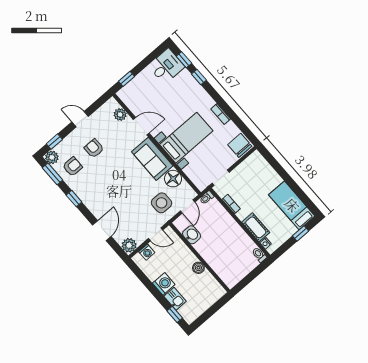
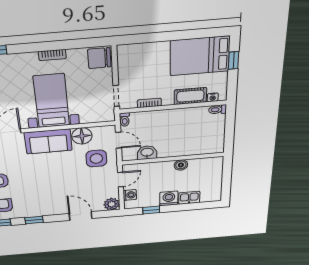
bed: (292, 205) -> (200, 56), width x1.50
window: (175, 314) -> (151, 210), moved

